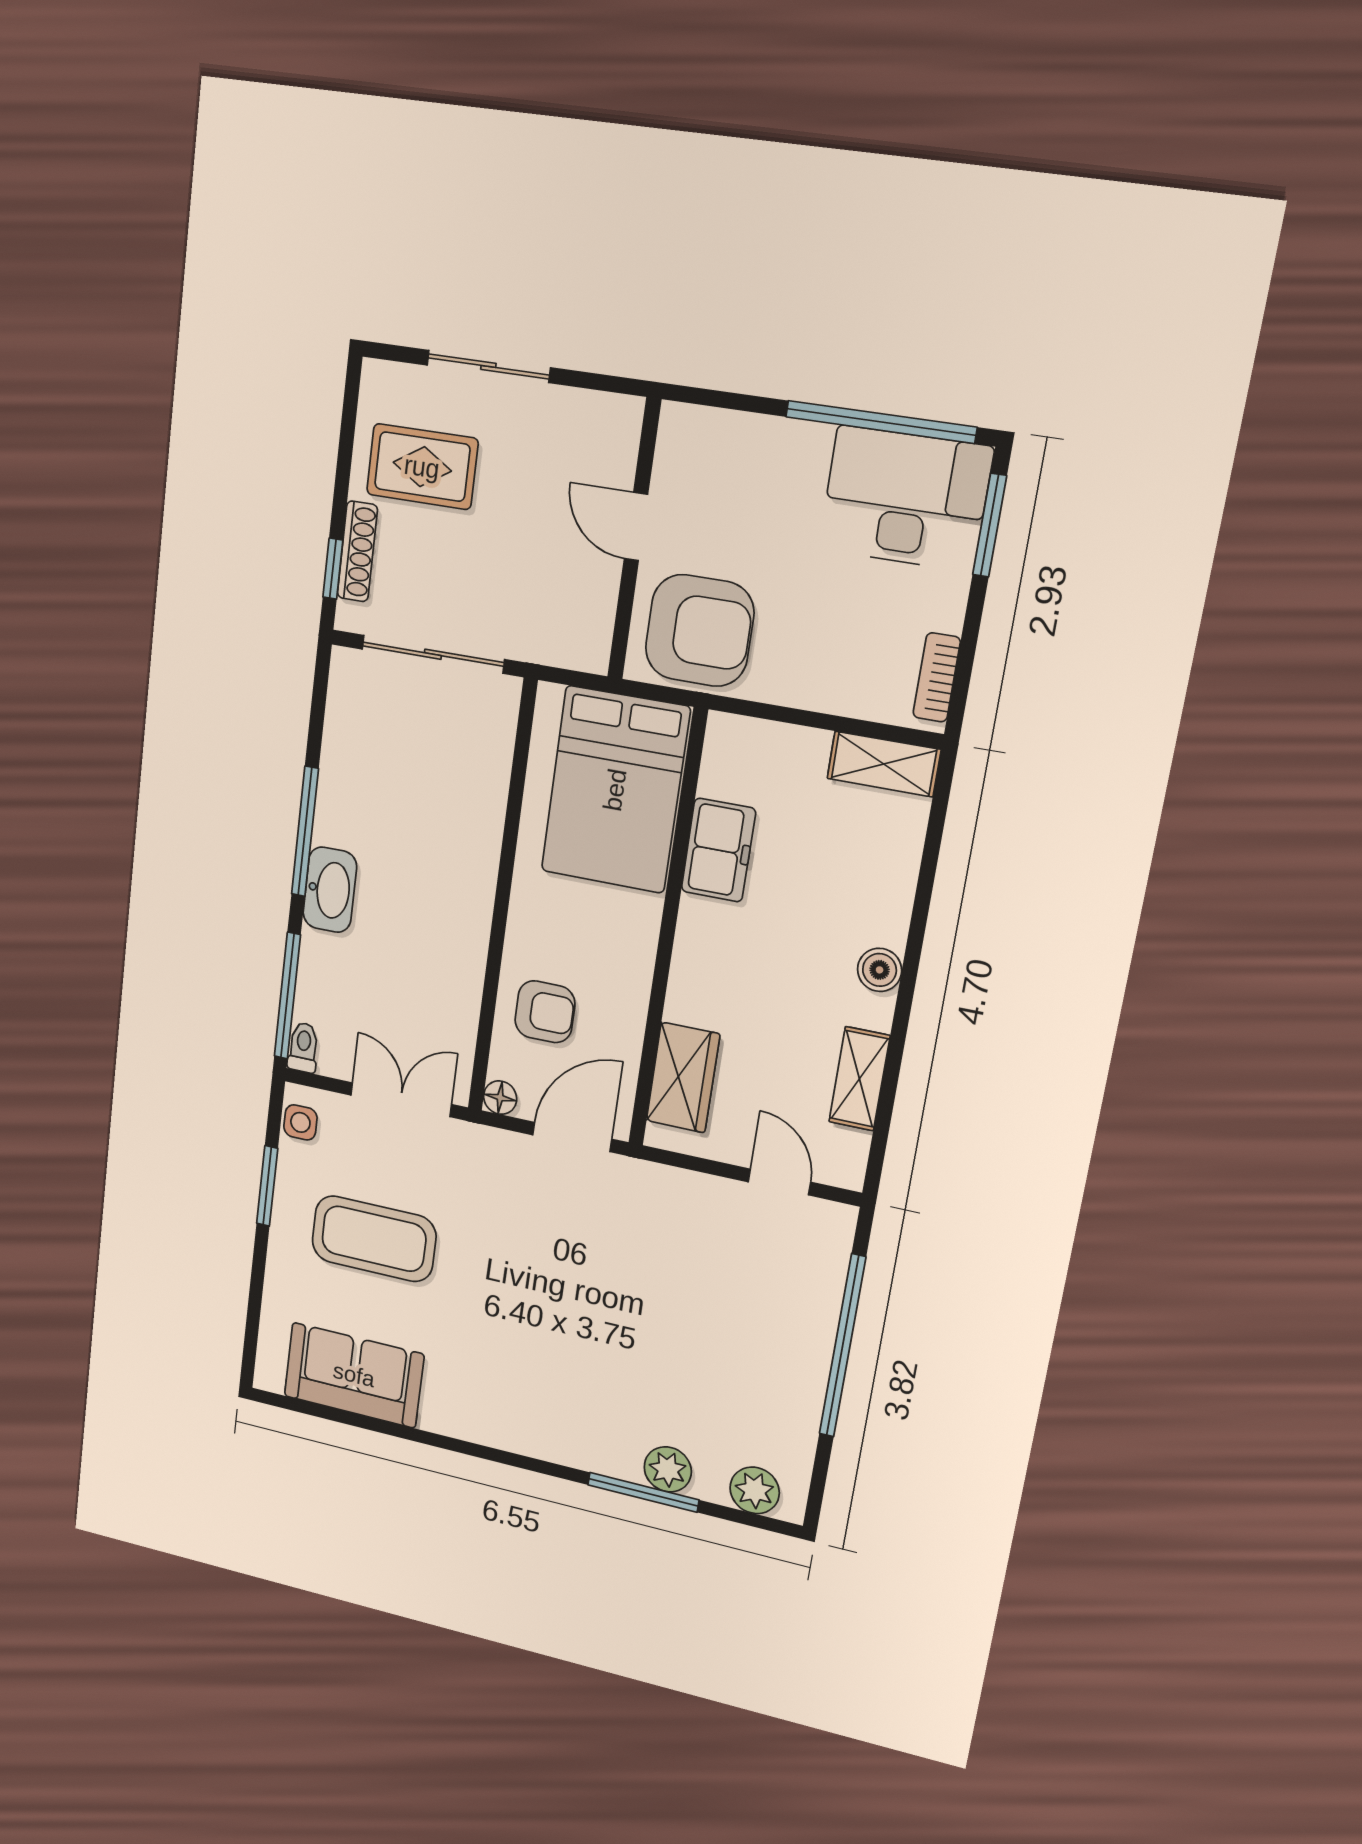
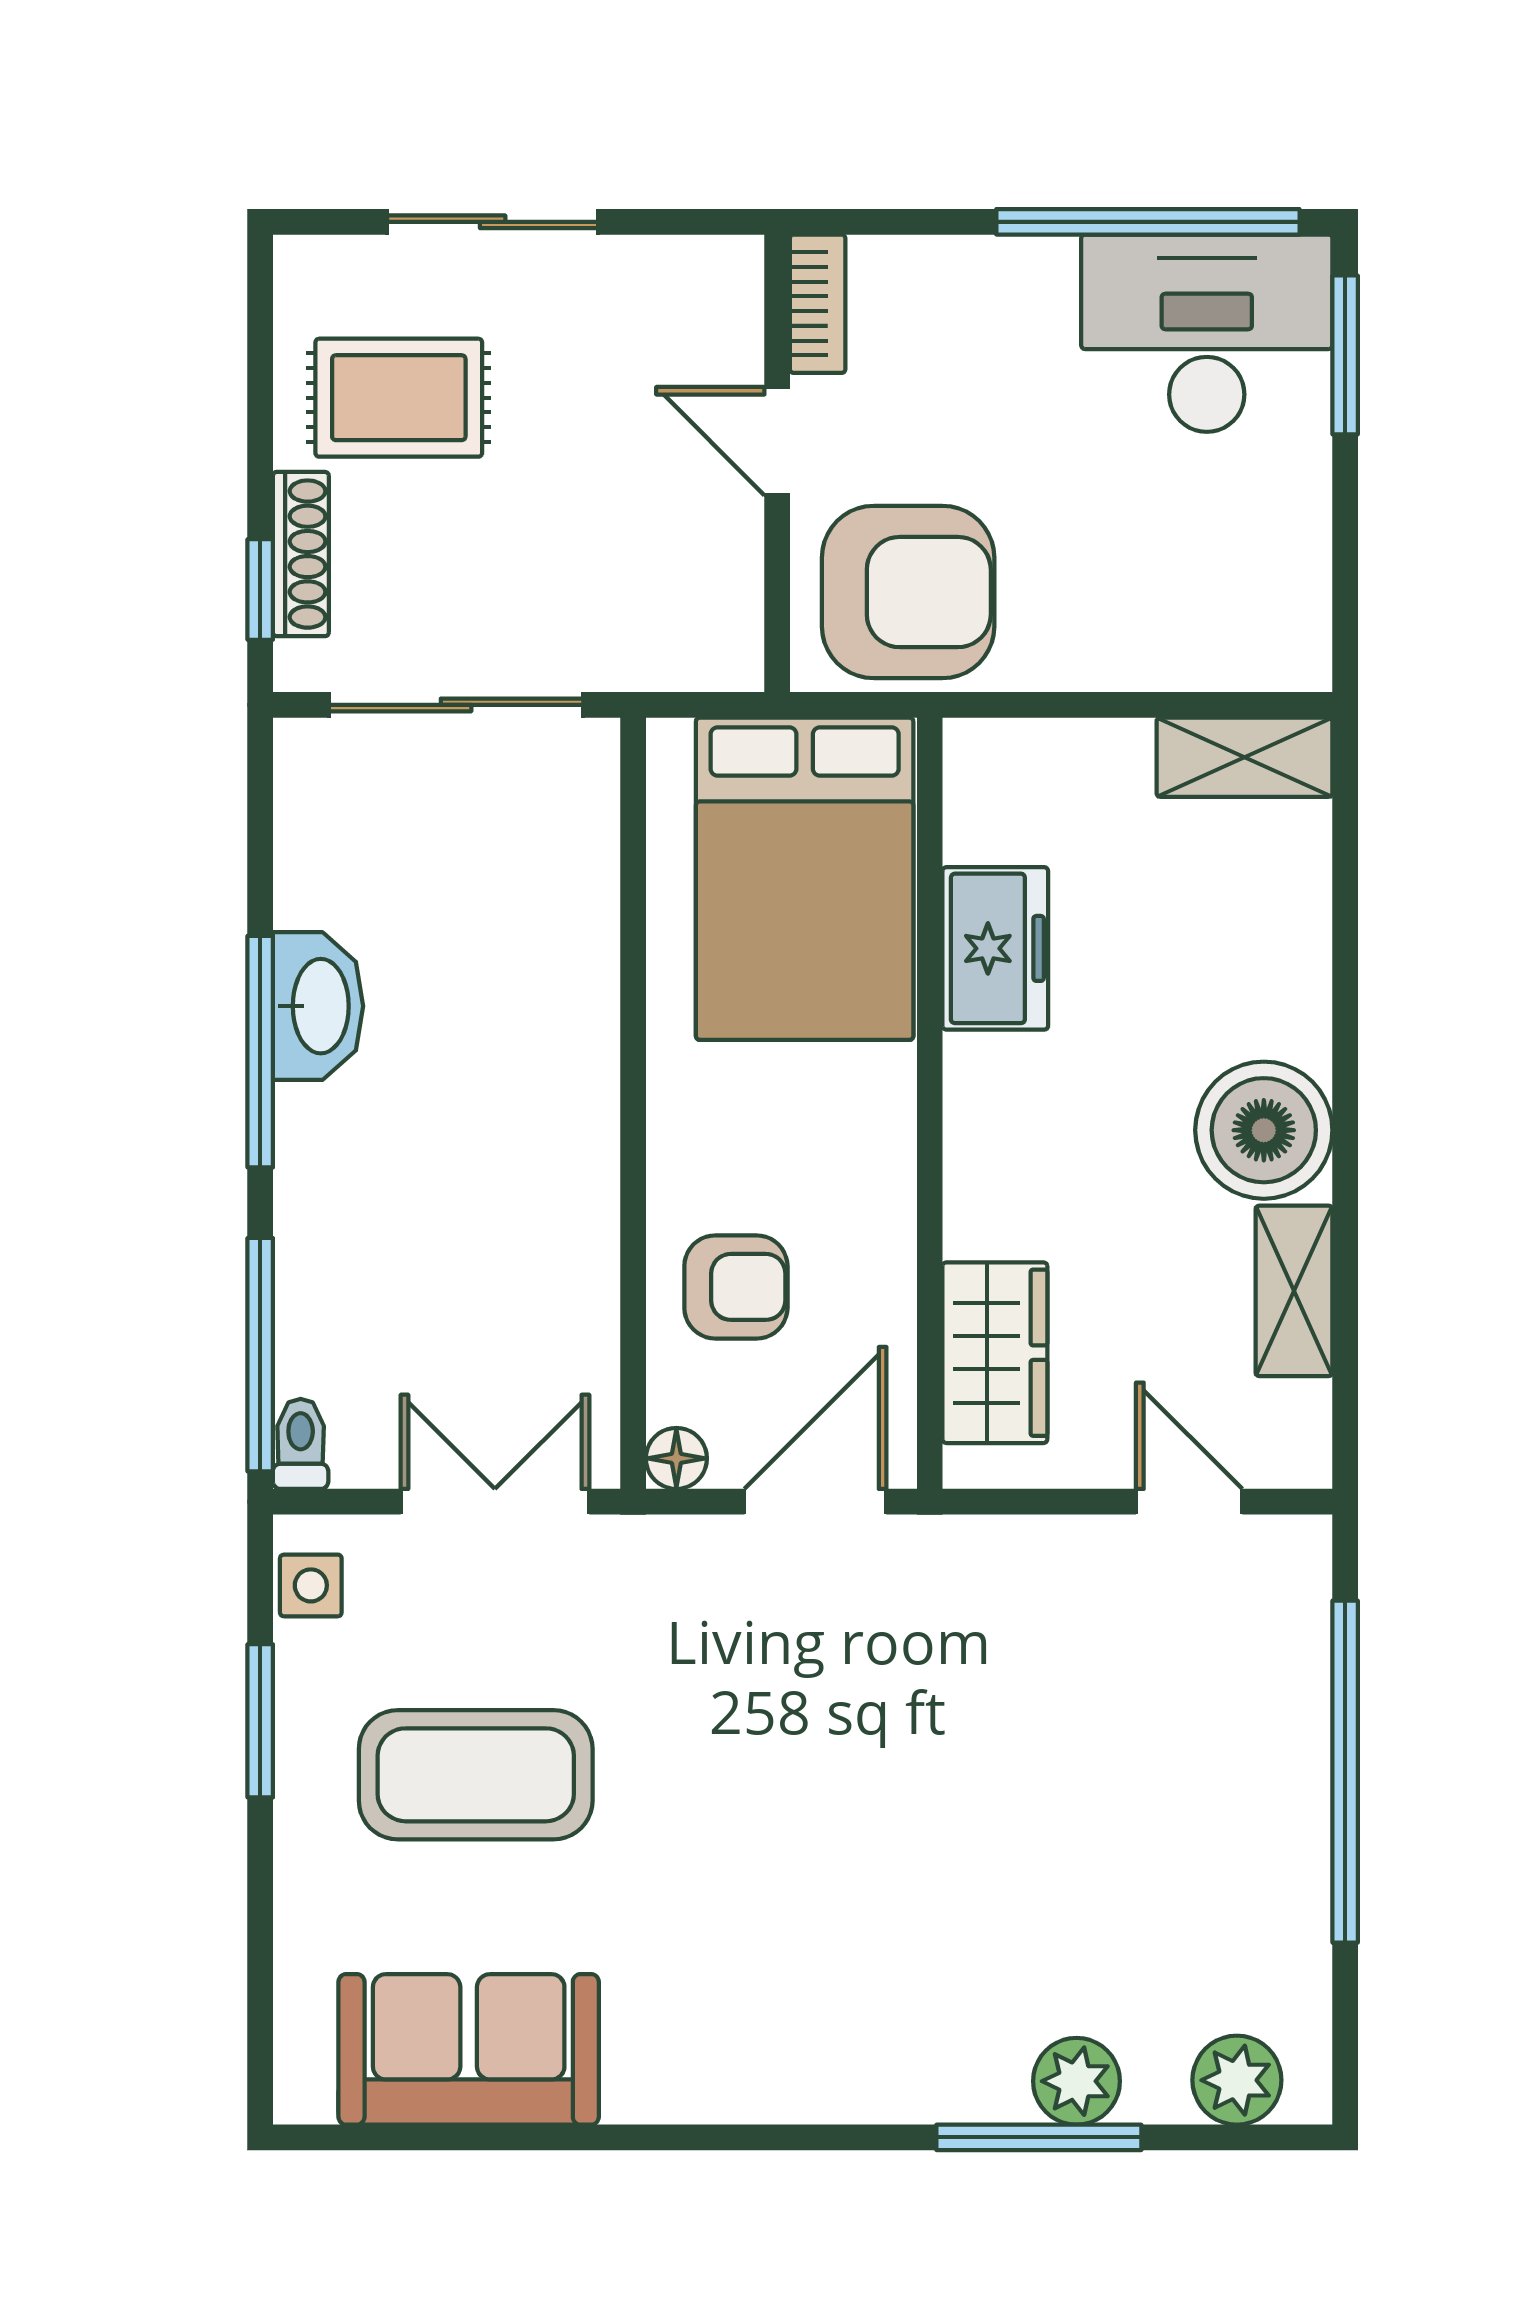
bookcase: (937, 677) -> (818, 304), moved, turned 180
washbasin: (330, 890) -> (318, 1006), moved
boiler: (880, 970) -> (1264, 1130), width x1.86, depth x1.86

